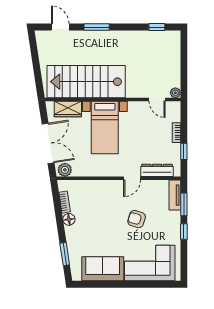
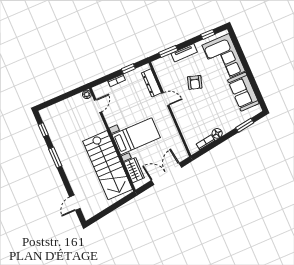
window: (97, 27) -> (55, 157), moved
plant: (65, 170) -> (181, 153), removed
tv unit: (175, 195) -> (184, 53), moved
window: (184, 232) -> (208, 34), moved

